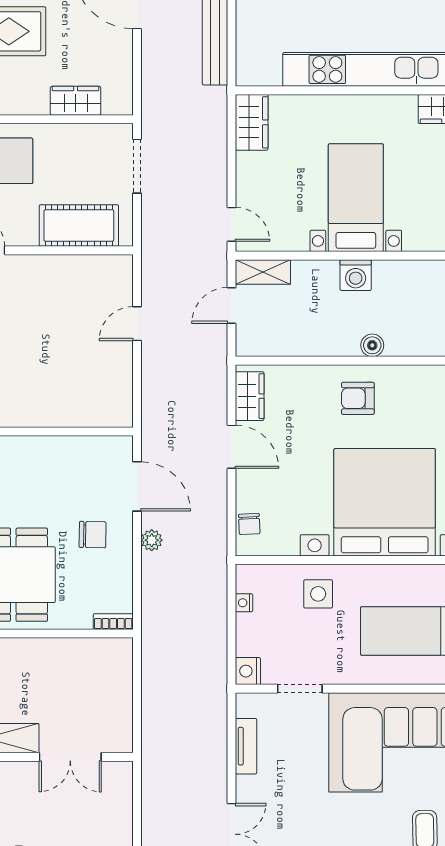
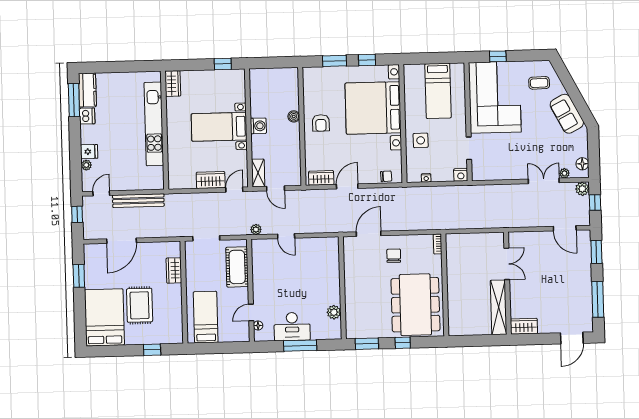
wardrobe: (252, 122) -> (211, 180), moved
plant: (152, 540) -> (256, 229), moved
tv unit: (246, 746) -> (499, 175), removed

